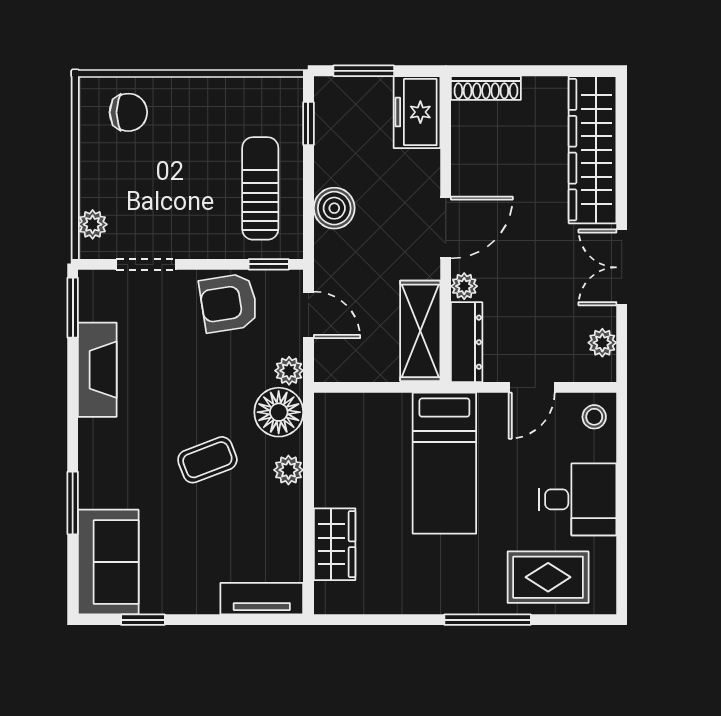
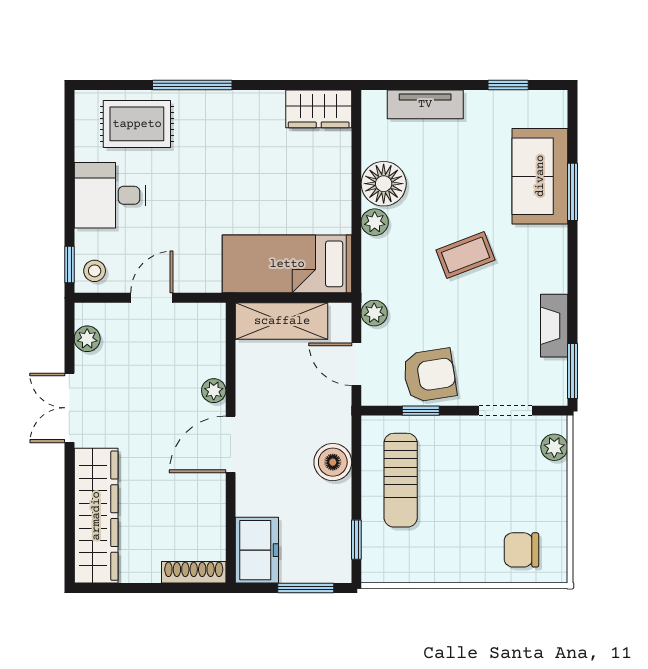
window: (269, 264) -> (421, 411), moved
double door: (622, 267) -> (69, 408), swing flipped
shelving: (420, 331) -> (282, 321), moved, turned 90
dresser: (467, 342) -> (211, 339), removed
fireplace: (97, 370) -> (554, 326), width x0.73, depth x0.76
floor lamp: (279, 412) -> (384, 184), moved
window: (622, 424) -> (69, 264), added
coffee table: (207, 460) -> (466, 255), moved
bed: (444, 463) -> (287, 264), moved, turned -90
wardrobe: (335, 544) -> (319, 109), moved, turned -90
sofa: (108, 562) -> (540, 176), moved
tv unit: (262, 599) -> (425, 104), moved

